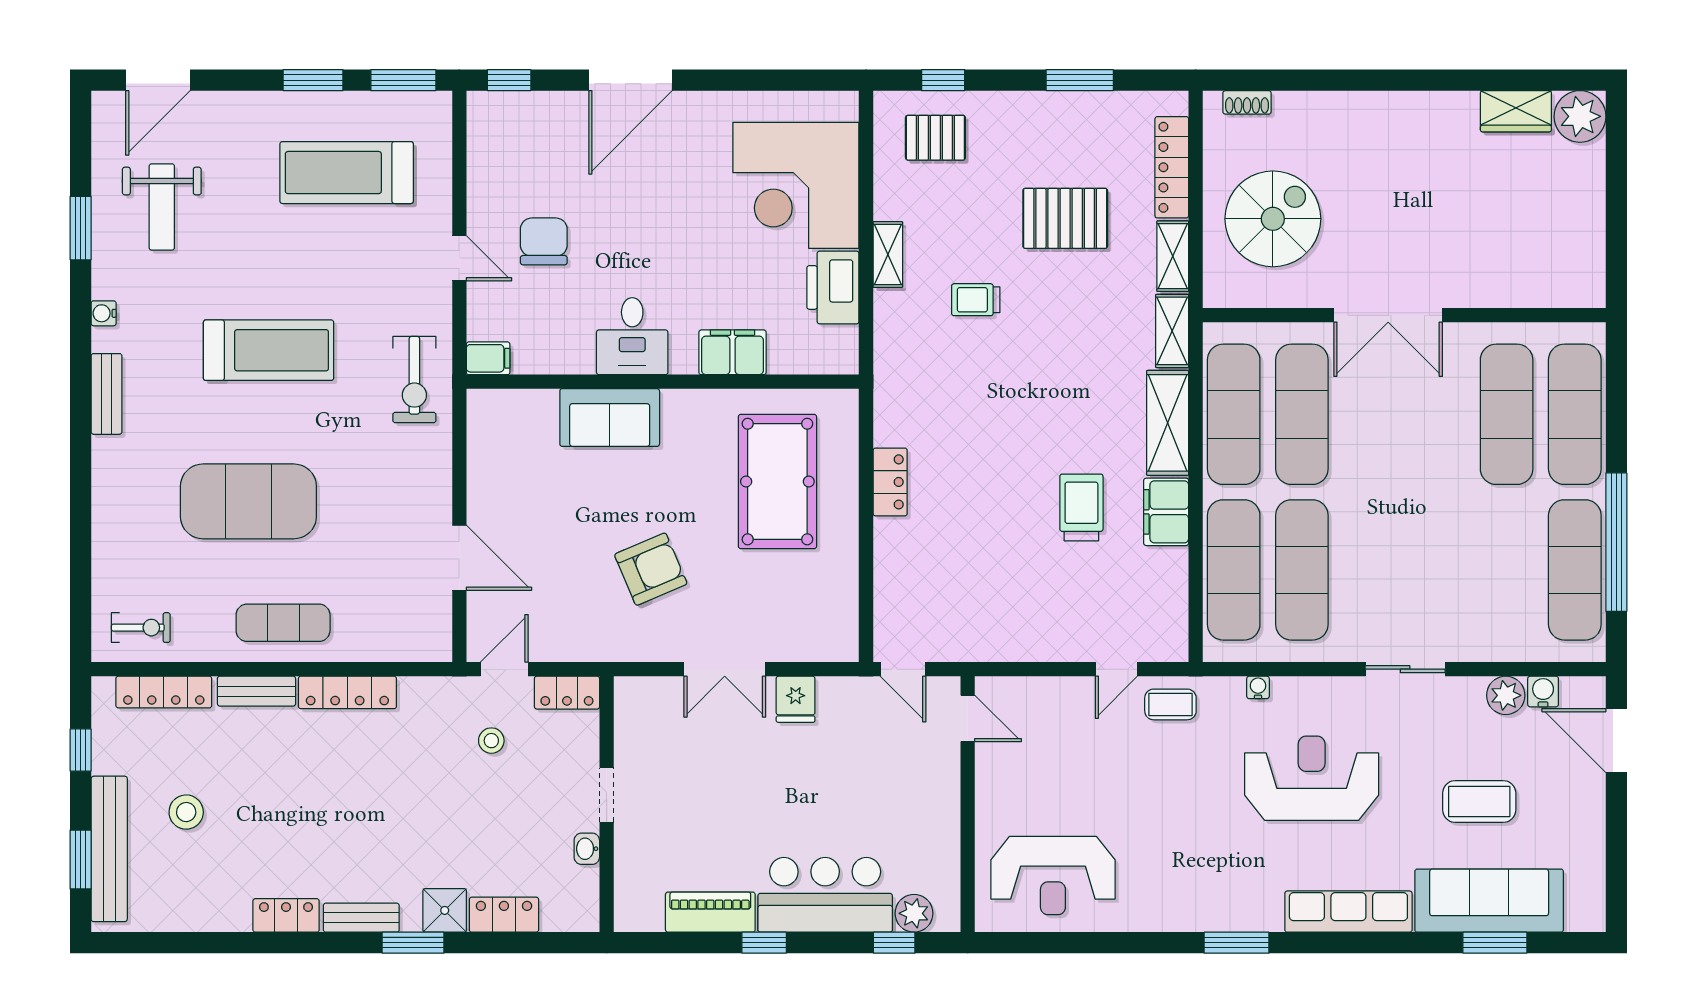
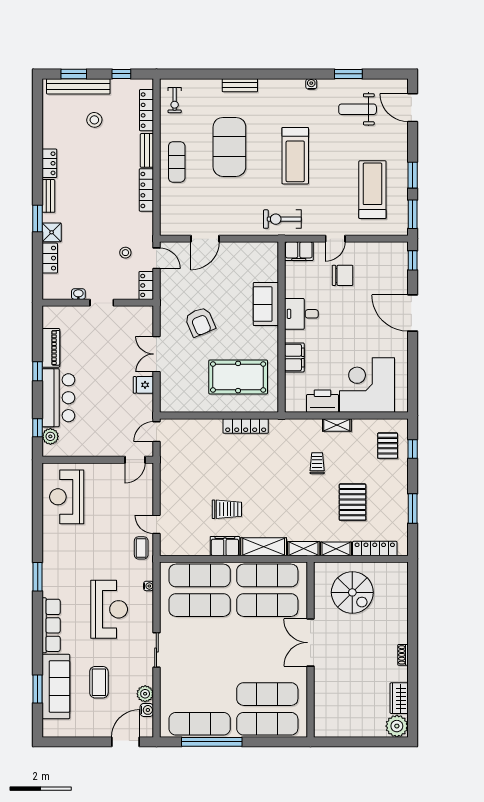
shoe rack: (1247, 102) -> (403, 655), moved
filing cabinet: (488, 358) -> (299, 251), width x2.00
bench: (107, 394) -> (240, 85), moved
locker: (890, 482) -> (246, 426), width x1.53

